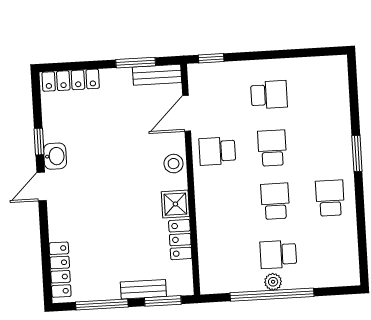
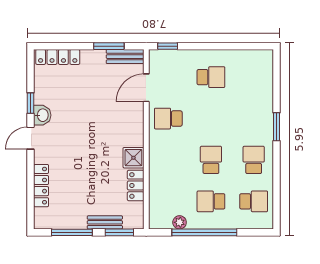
school desk: (272, 148) -> (254, 201), moved, turned 90
stool: (174, 164) -> (134, 126), removed
locker: (60, 270) -> (41, 186), moved
plant: (273, 282) -> (180, 222), moved

